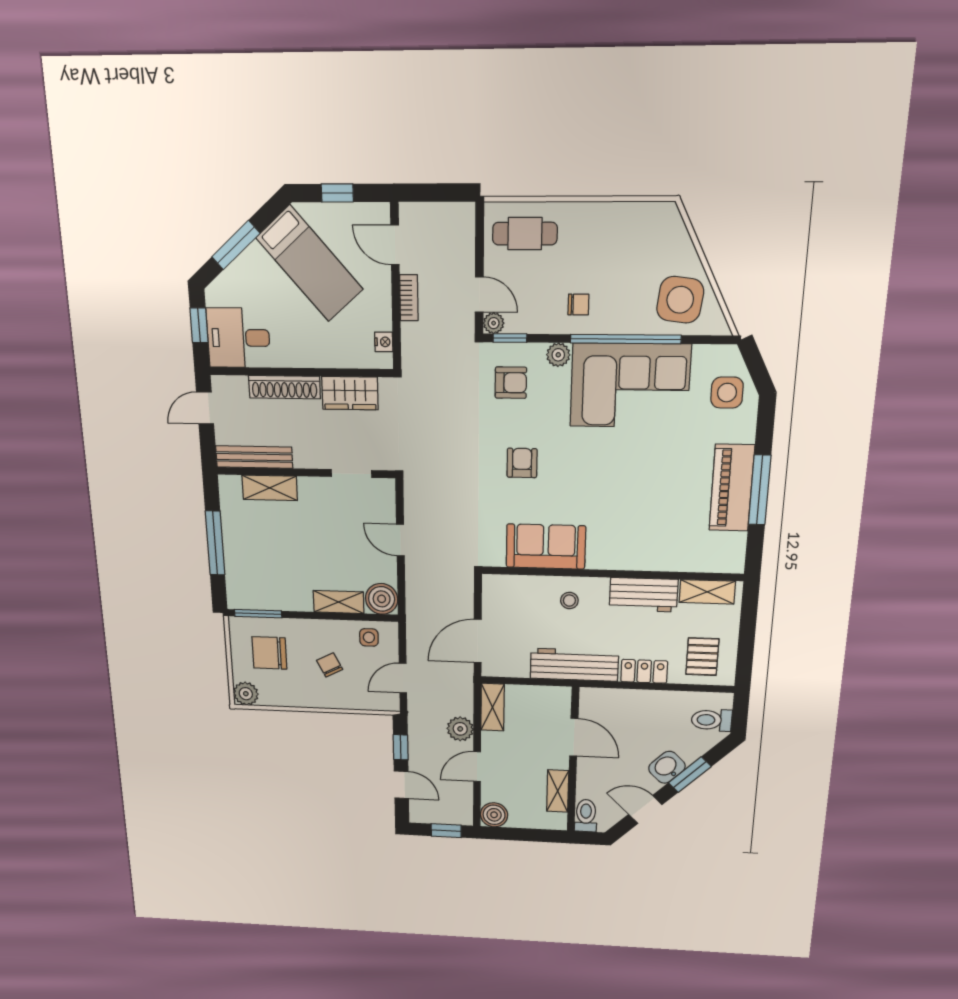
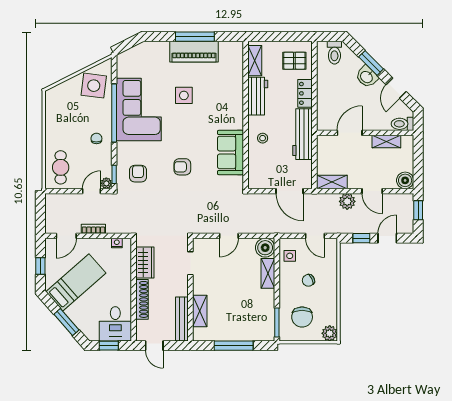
plant: (558, 355) -> (123, 148), removed
side table: (727, 393) -> (184, 95), moved

